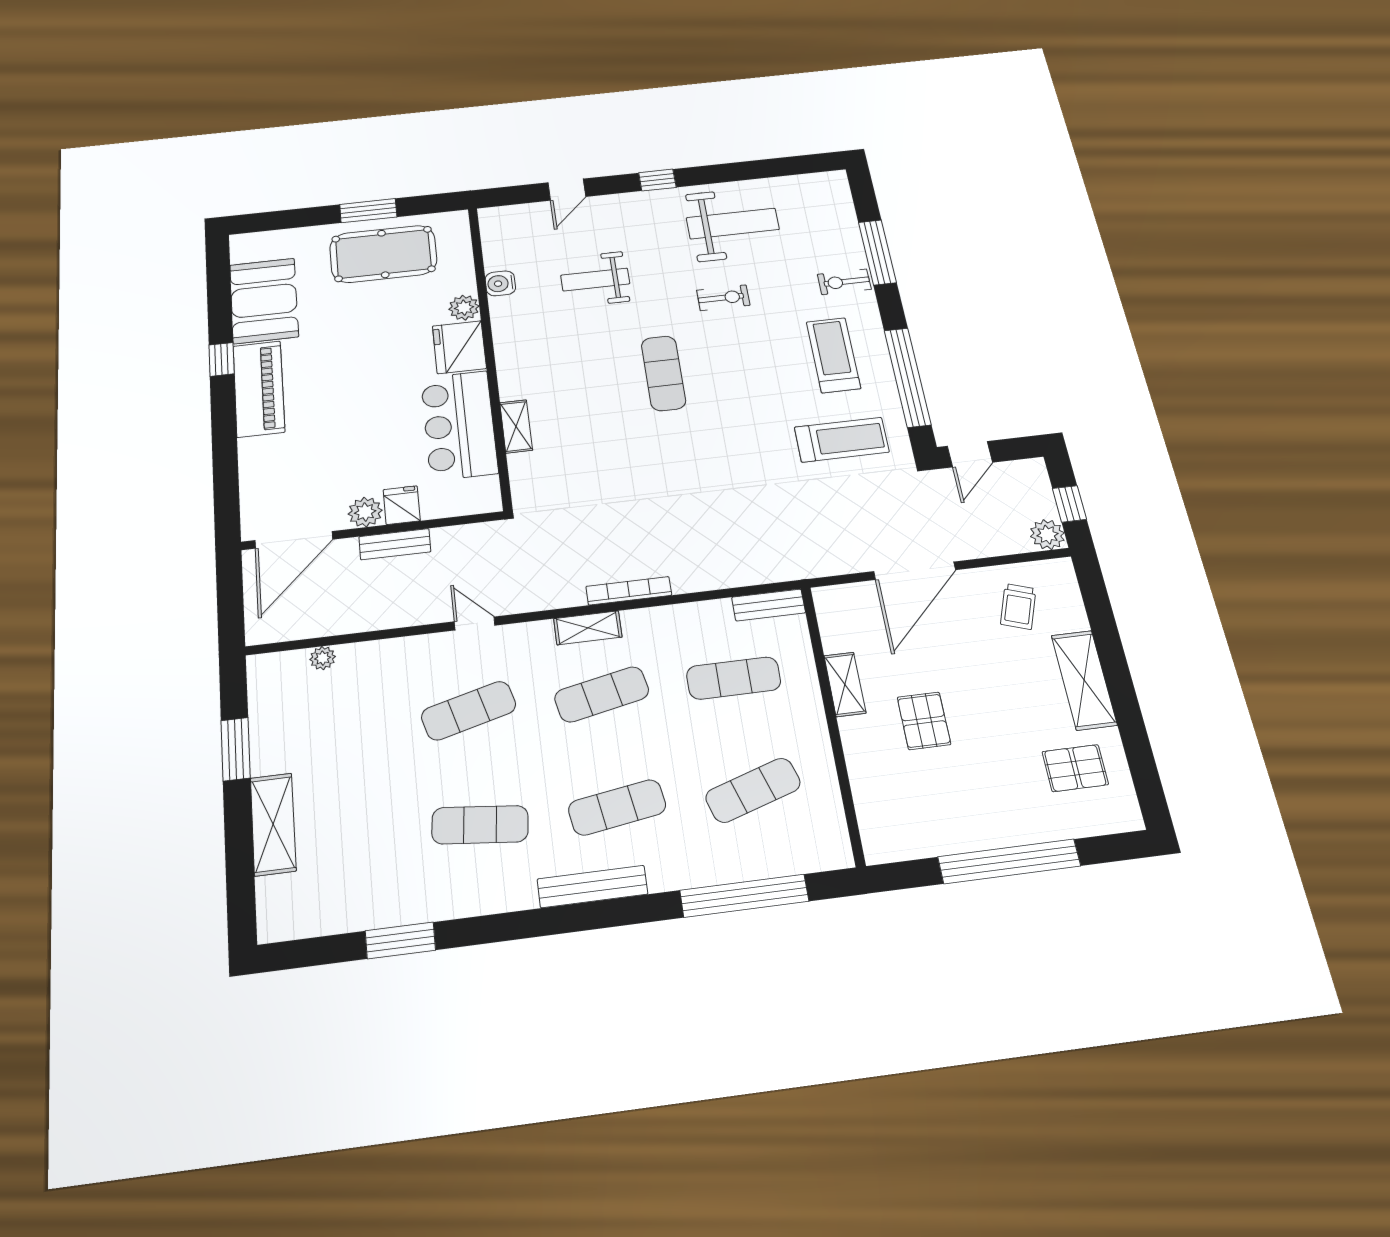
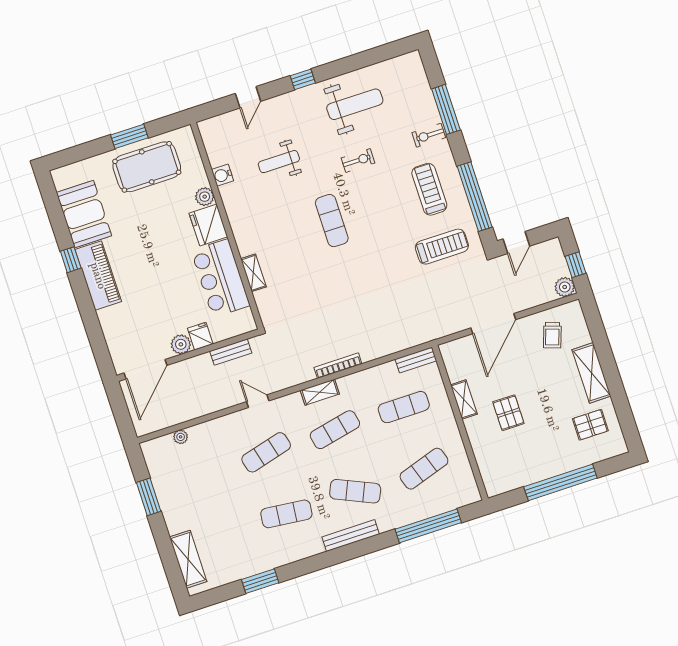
bench: (395, 544) -> (231, 352), moved
exercise mat: (617, 807) -> (355, 491), turned 33
shelving: (273, 824) -> (188, 559), moved

